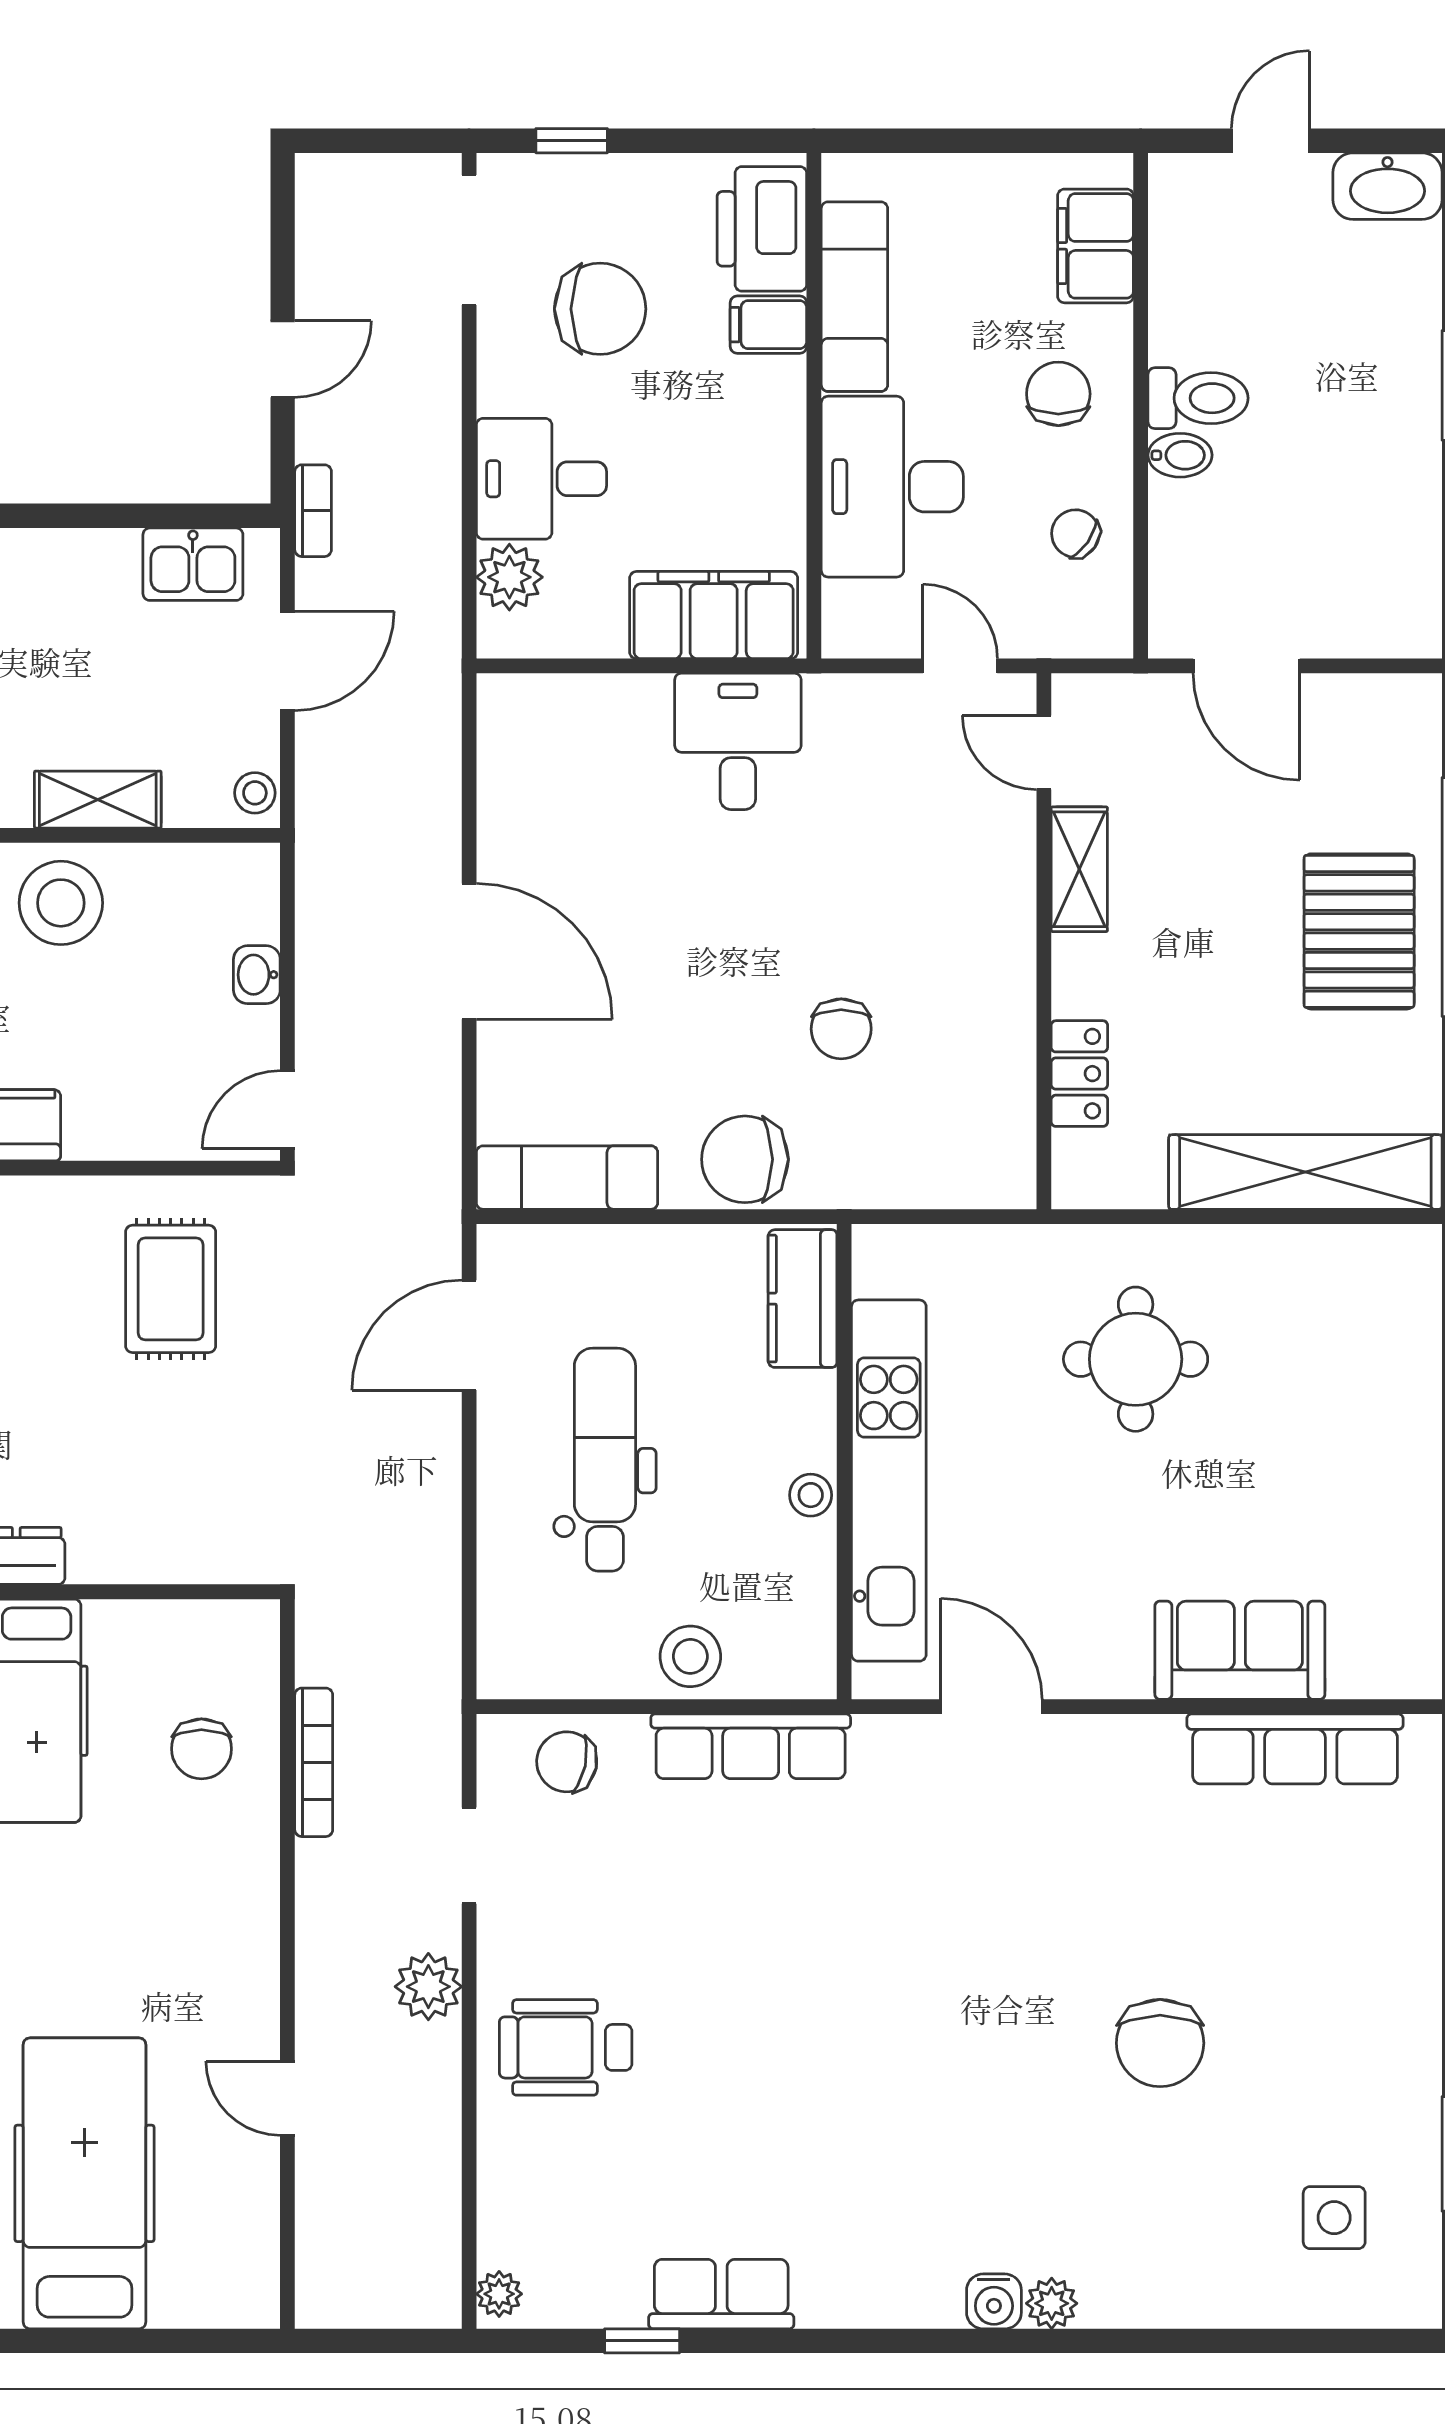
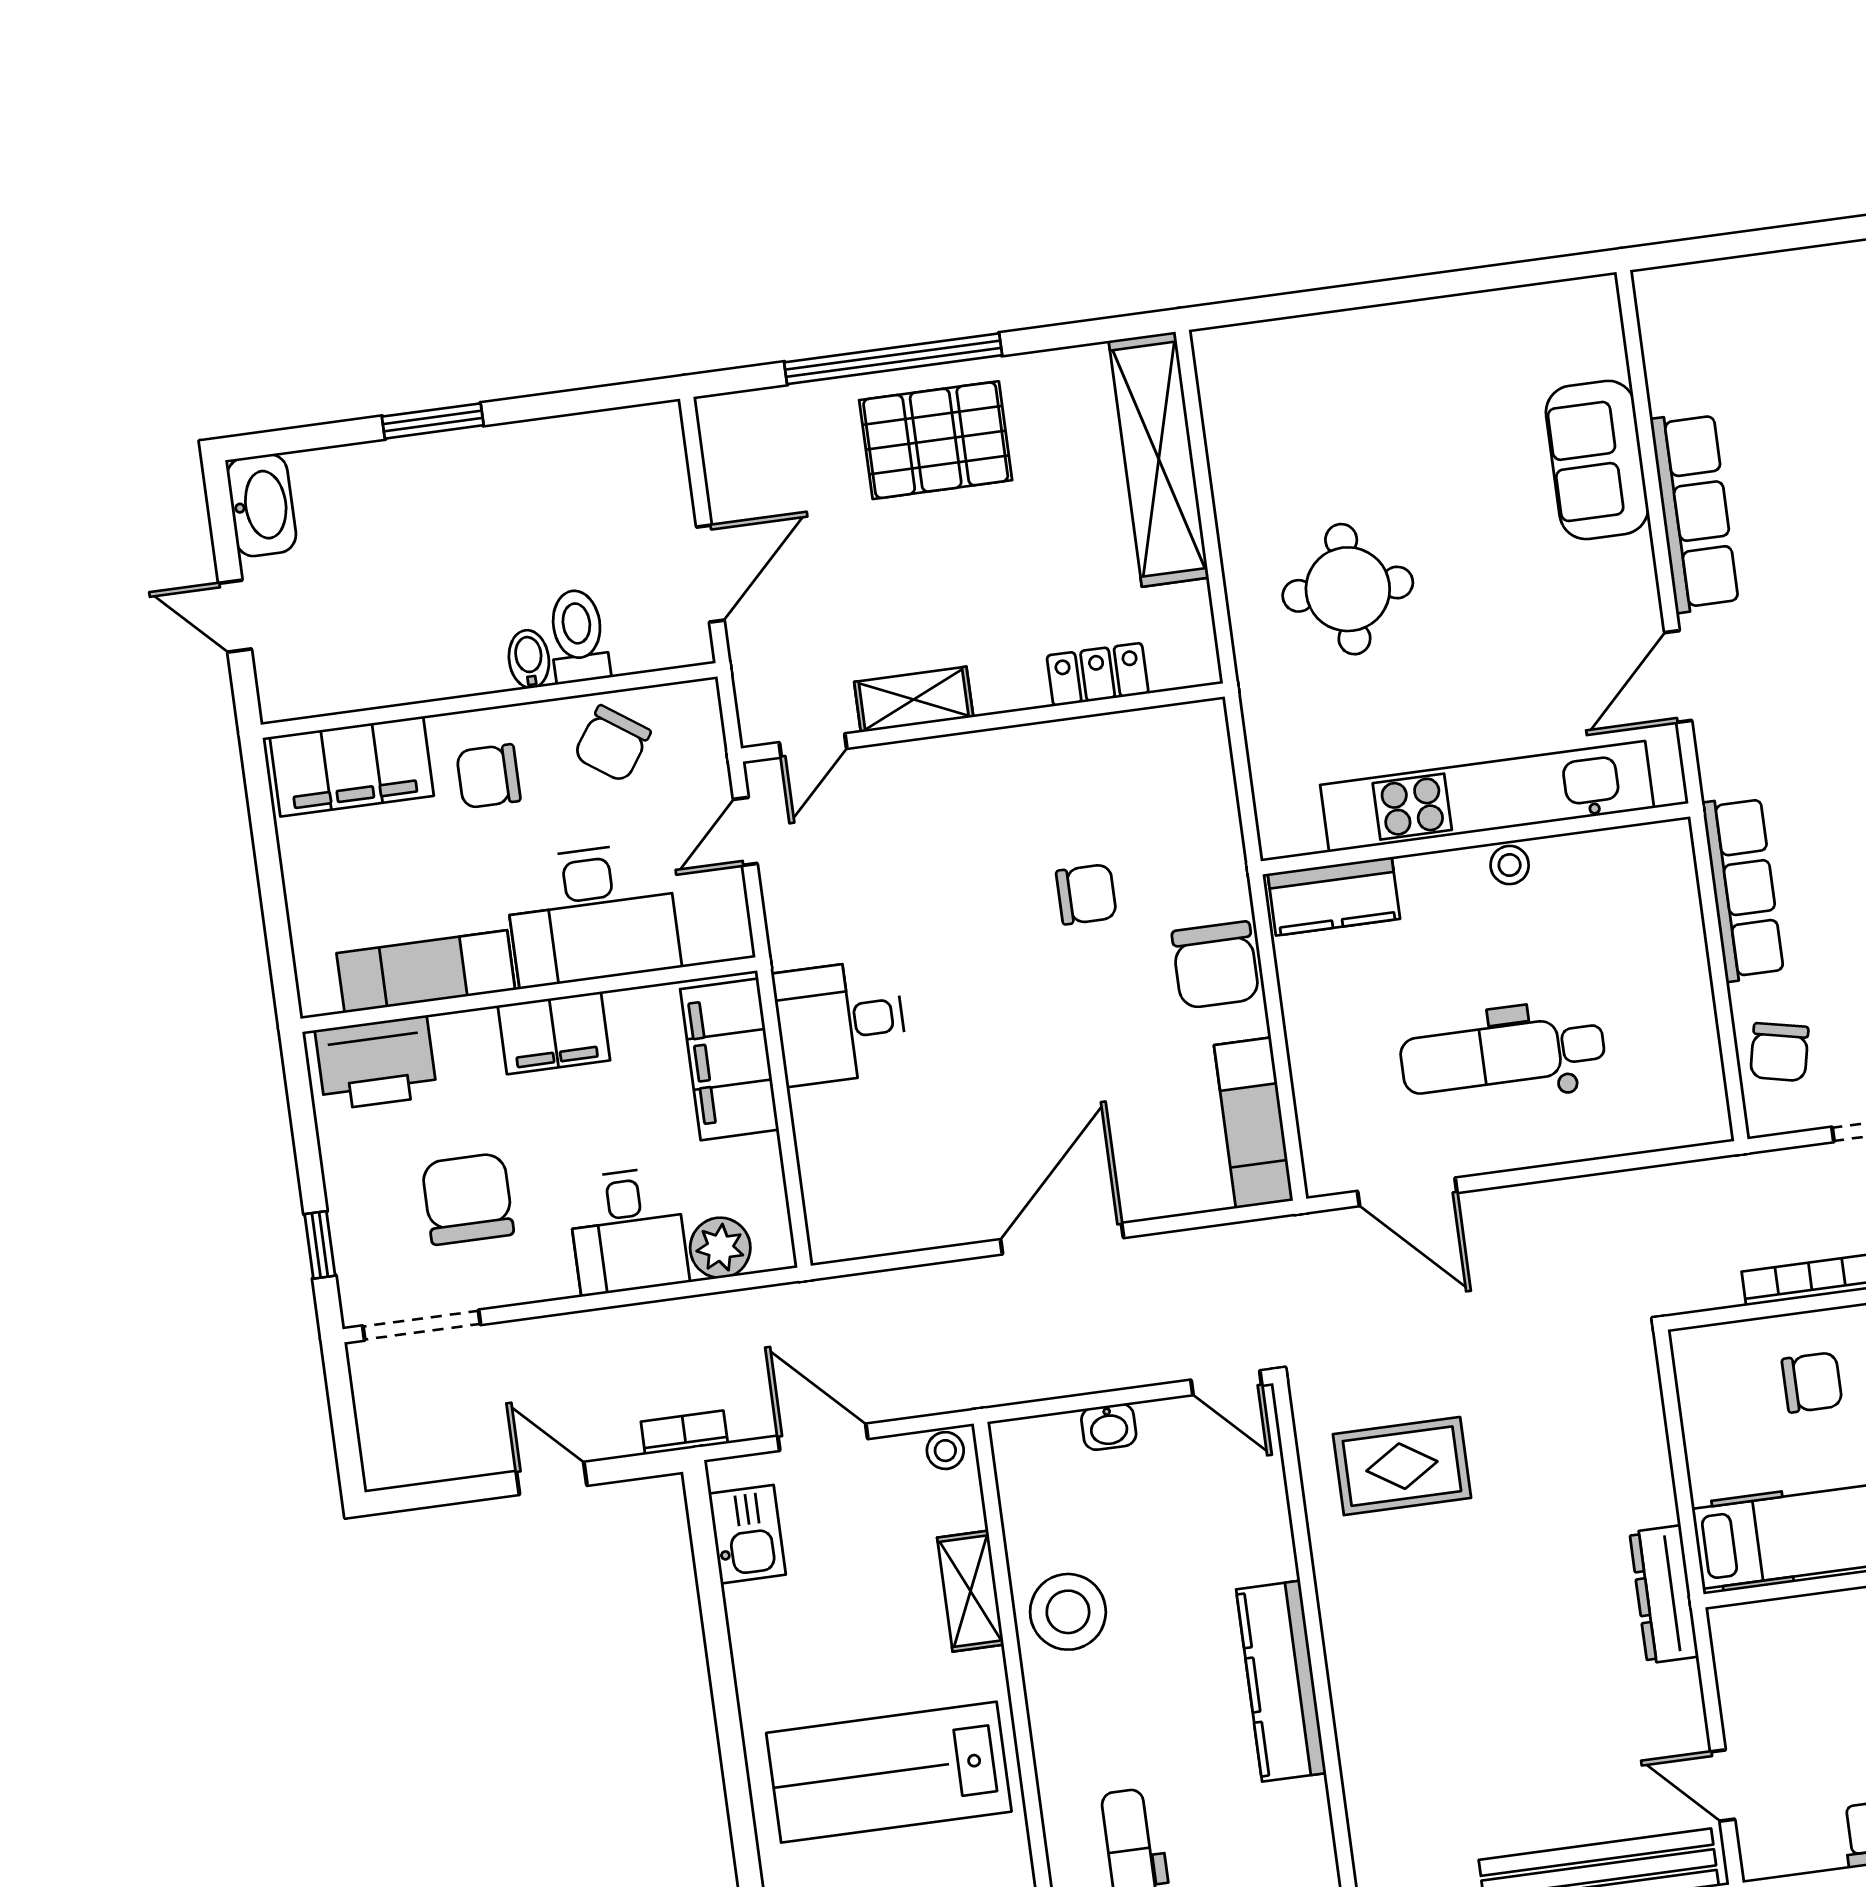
filing cabinet: (1096, 246) -> (352, 766), width x1.50, depth x1.17
filing cabinet: (768, 325) -> (554, 1033), moved, width x2.00
toilet: (1198, 398) -> (578, 636), moved
chair: (1075, 534) -> (612, 744), width x1.37, depth x1.37
stool: (690, 1656) -> (1669, 954), removed
row of seats: (1295, 1749) -> (1695, 512), moved

